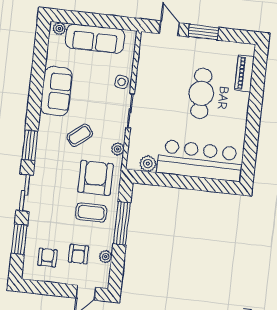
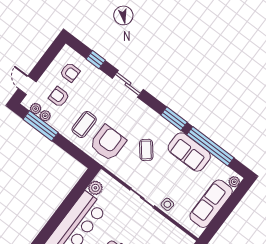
window: (38, 73) -> (210, 146), added
window: (30, 145) -> (174, 119), moved
plant: (118, 149) -> (36, 109), moved
armchair: (96, 178) -> (108, 143), turned -90
window: (122, 223) -> (41, 126), moved
window: (19, 239) -> (96, 60), width x0.67

